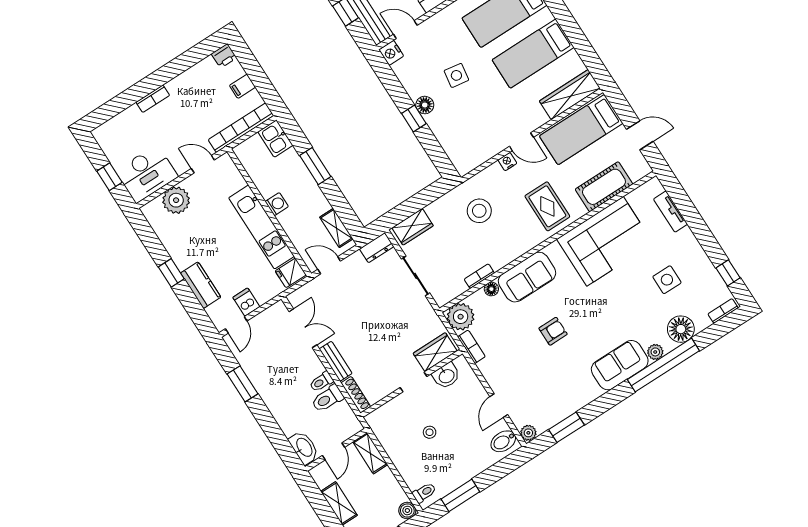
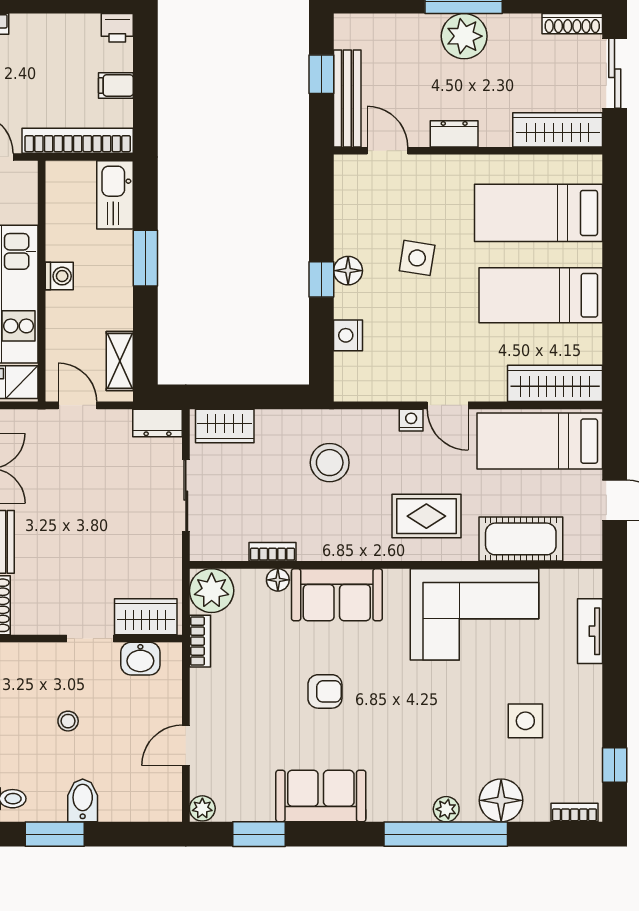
nightstand: (391, 53) -> (348, 335), moved
kitchen sink: (275, 139) -> (115, 195), width x1.38
rug: (547, 206) -> (426, 516), turned 90
sofa: (620, 365) -> (321, 796), moved
bidet: (503, 441) -> (83, 800), moved, turned 90

